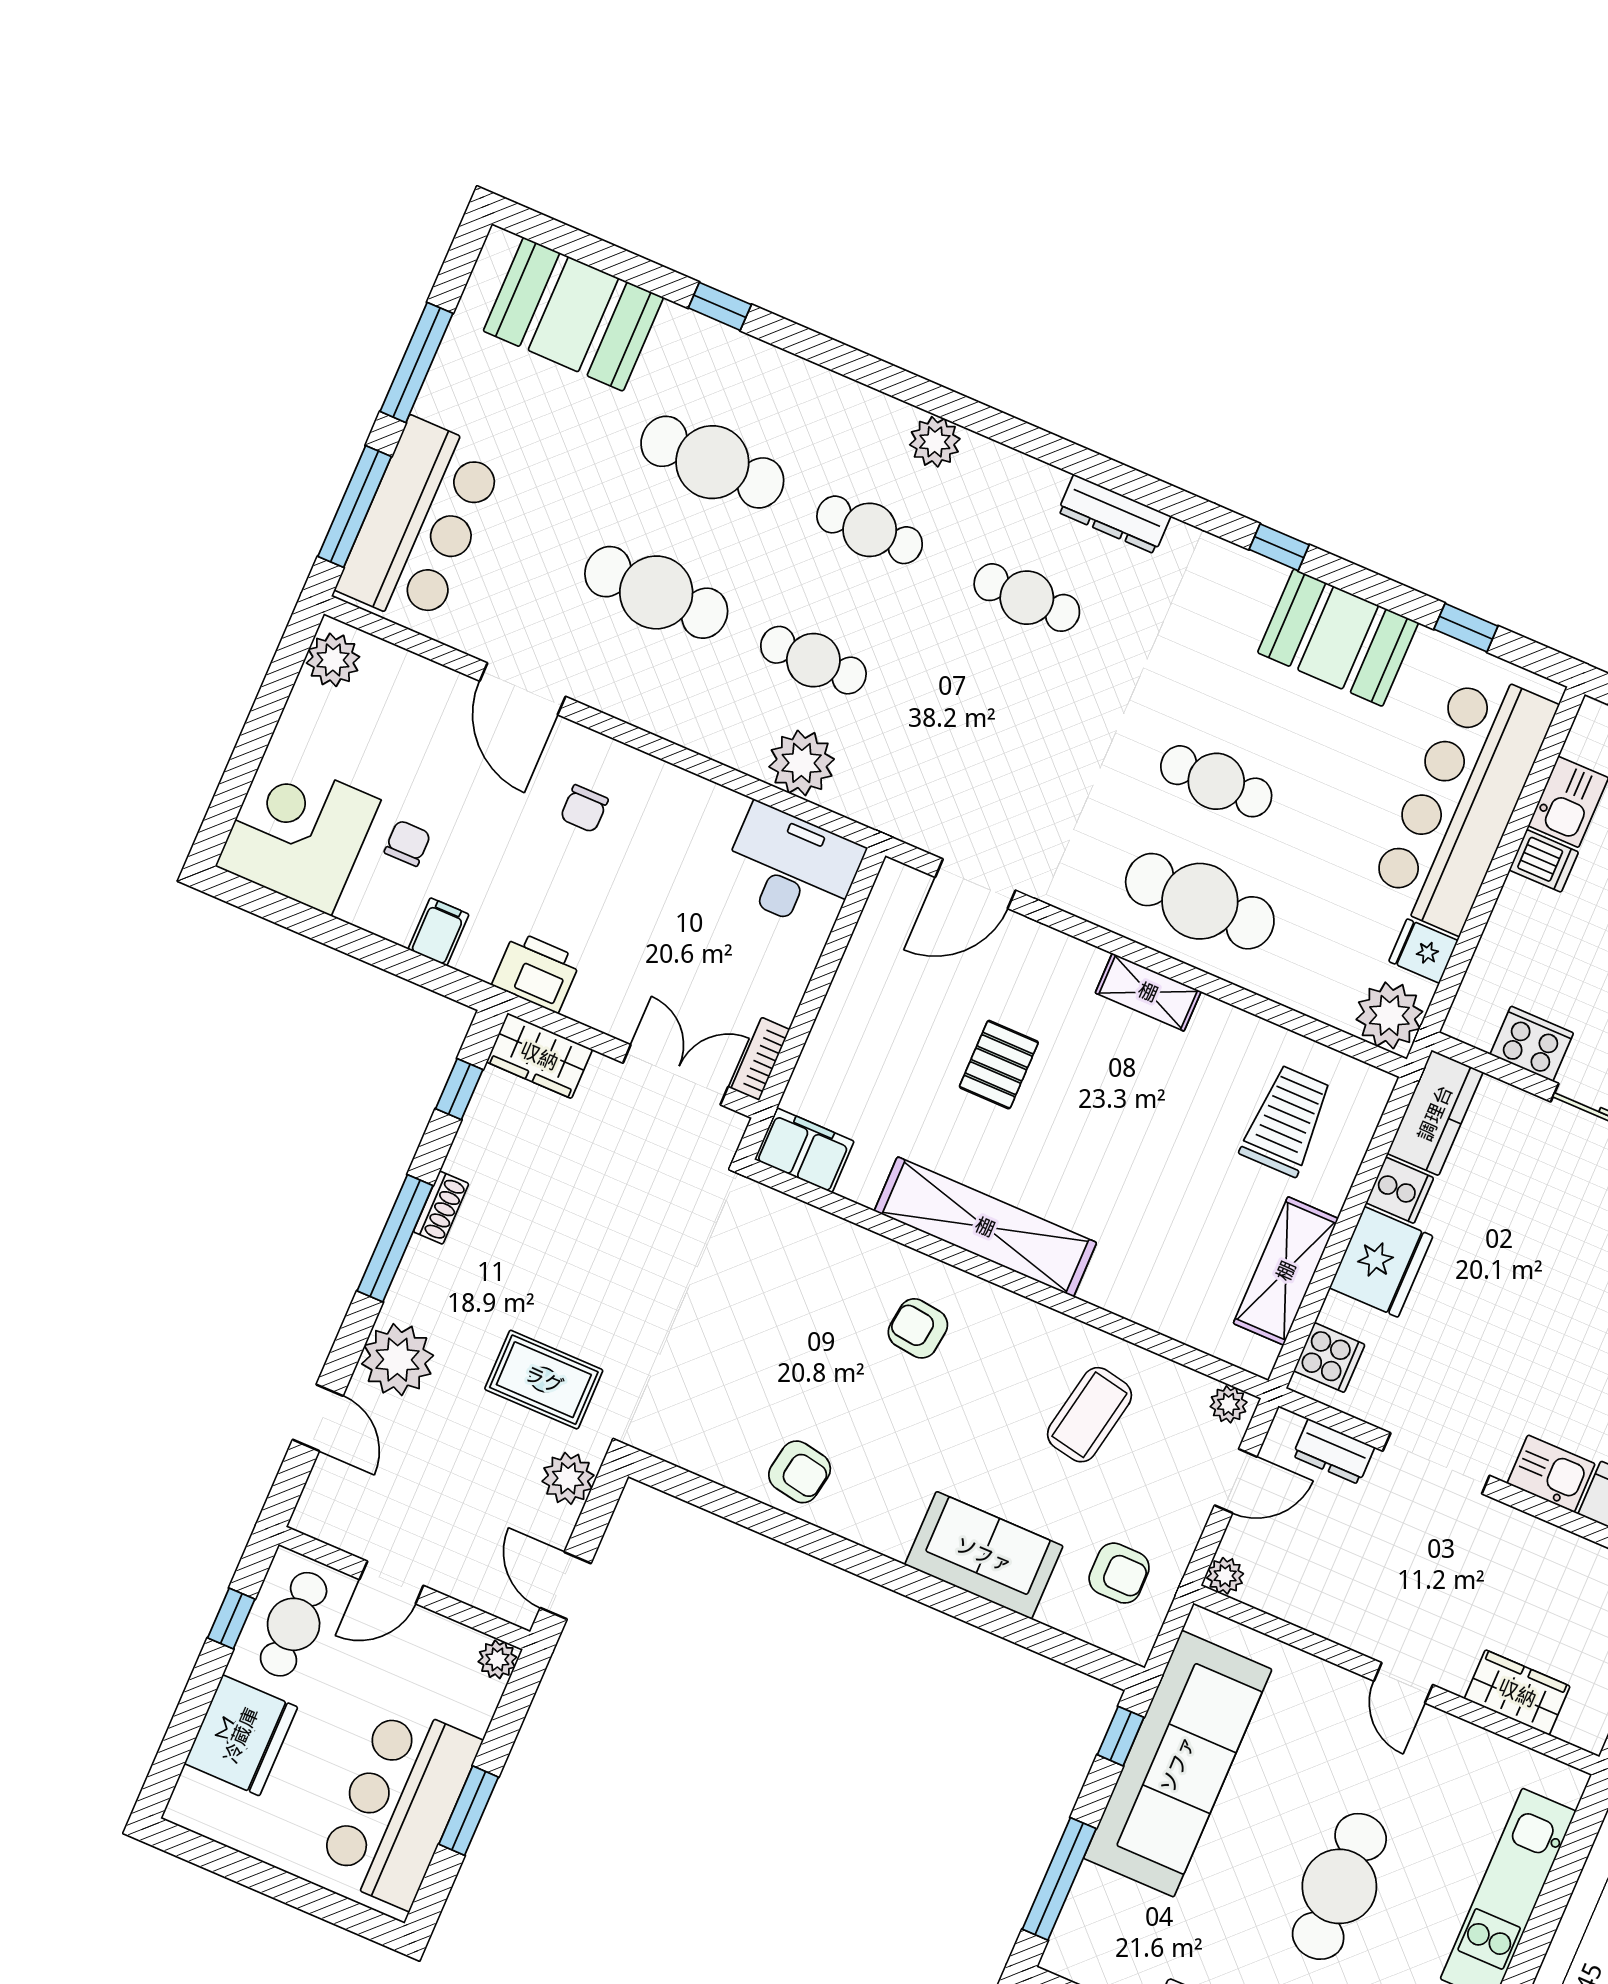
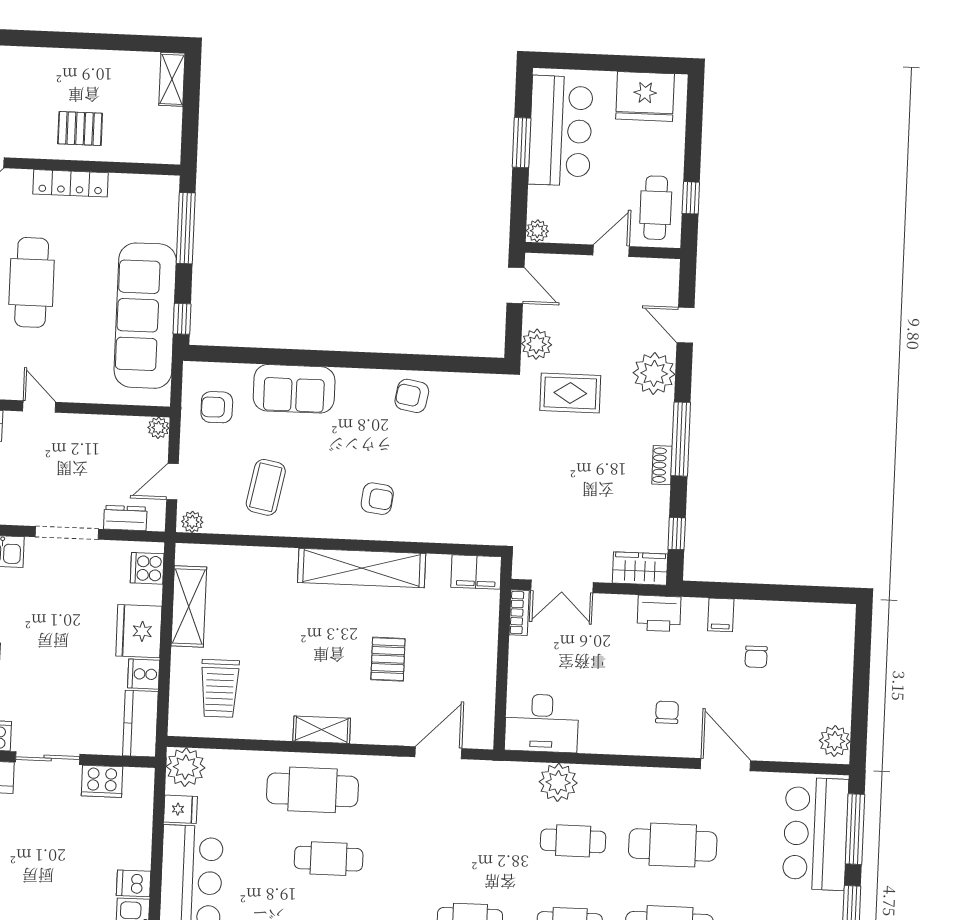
corner desk: (298, 833) -> (818, 639), removed
fridge: (241, 1735) -> (645, 96), moved, turned -90

